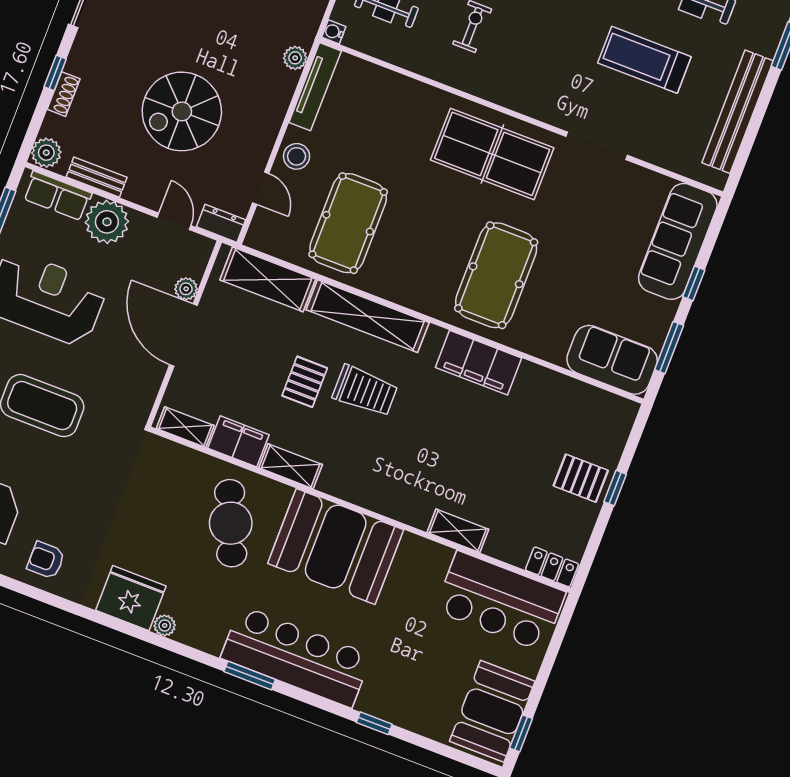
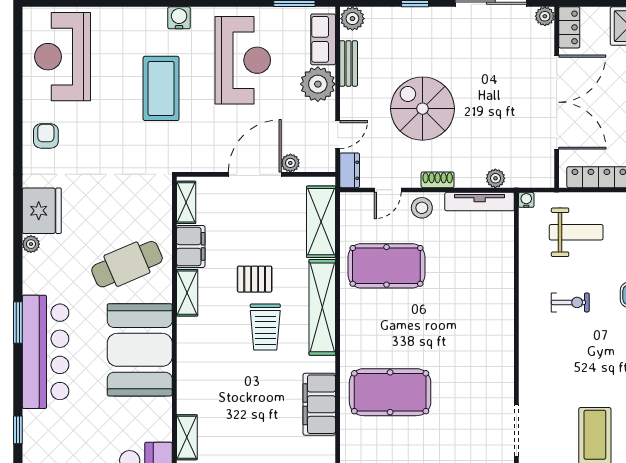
shoe rack: (64, 94) -> (438, 180), moved, turned 180
table tennis table: (492, 154) -> (480, 354), removed

